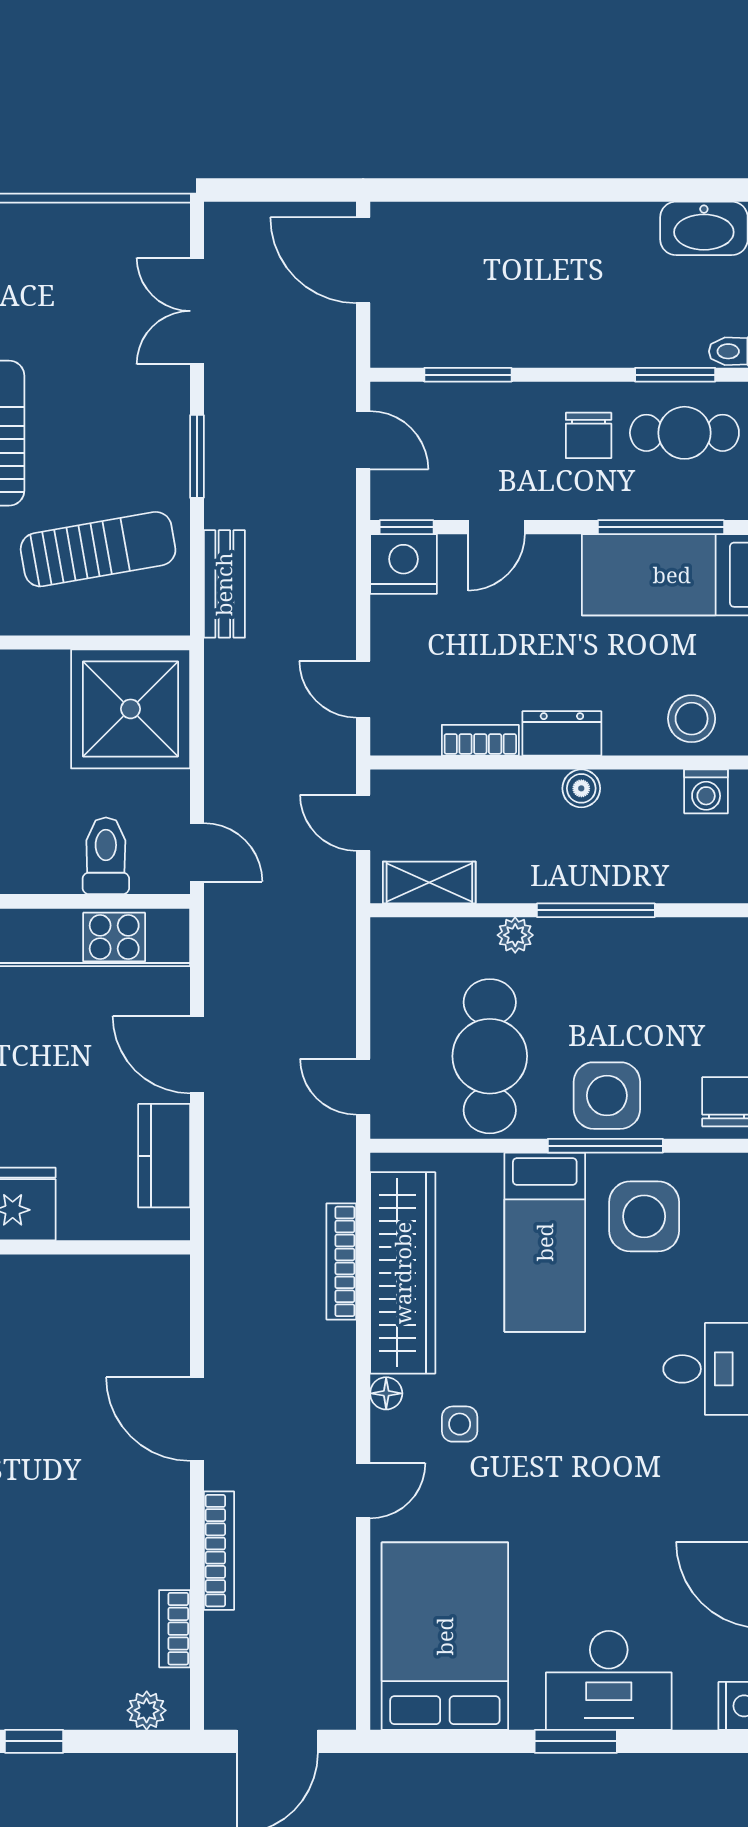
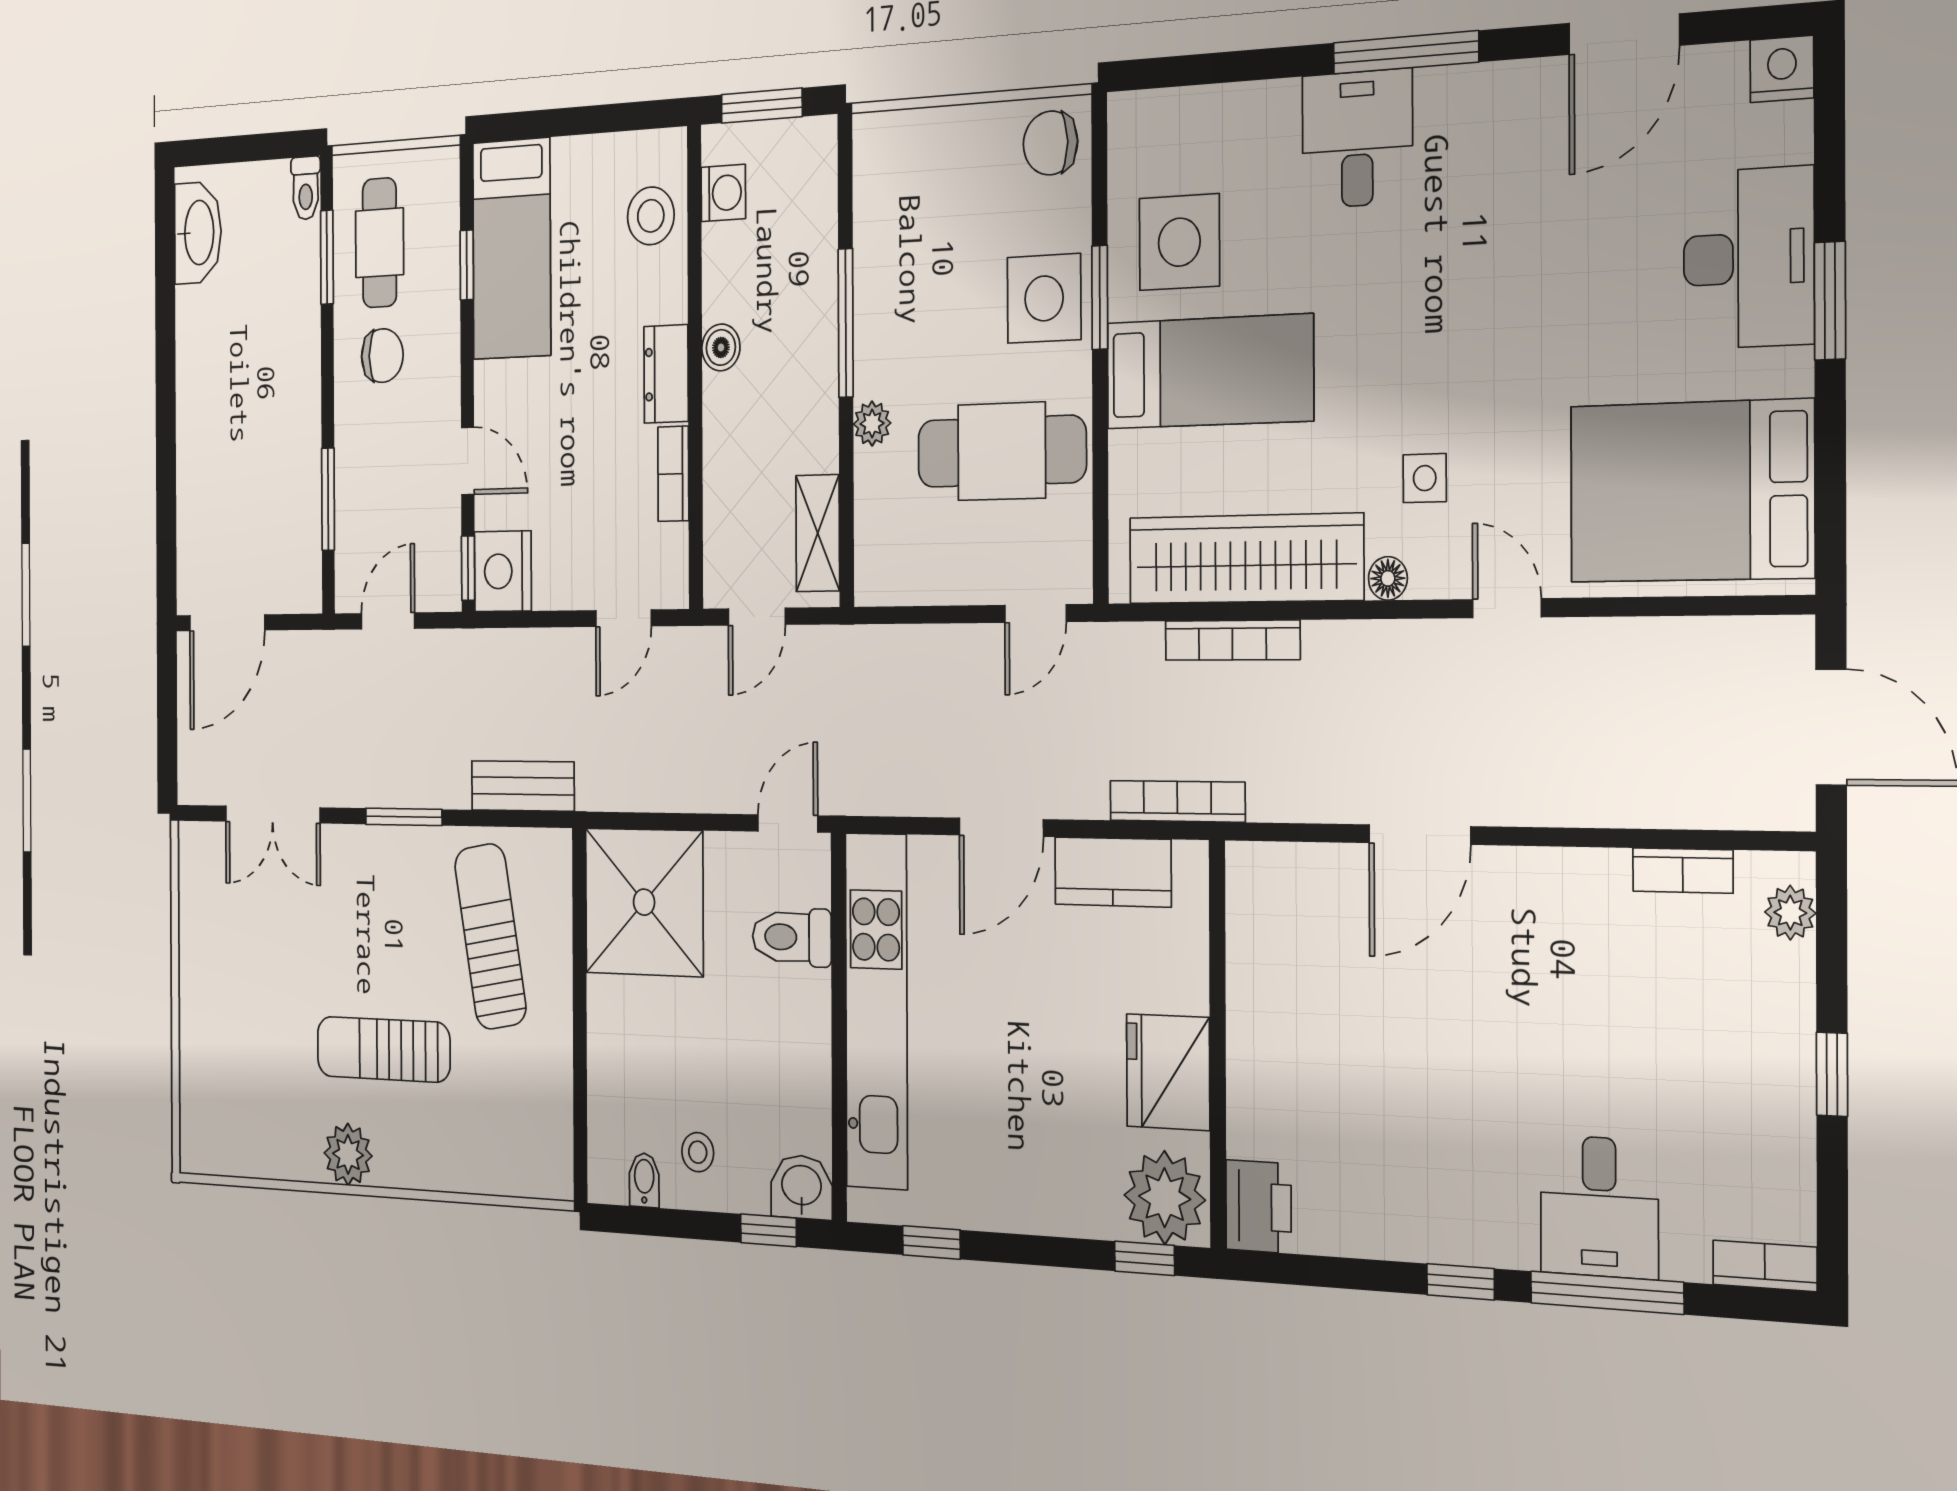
window: (661, 527) -> (467, 265), width x0.46
window: (605, 1146) -> (1100, 297), width x0.69
bookcase: (219, 1551) -> (1177, 801), moved

